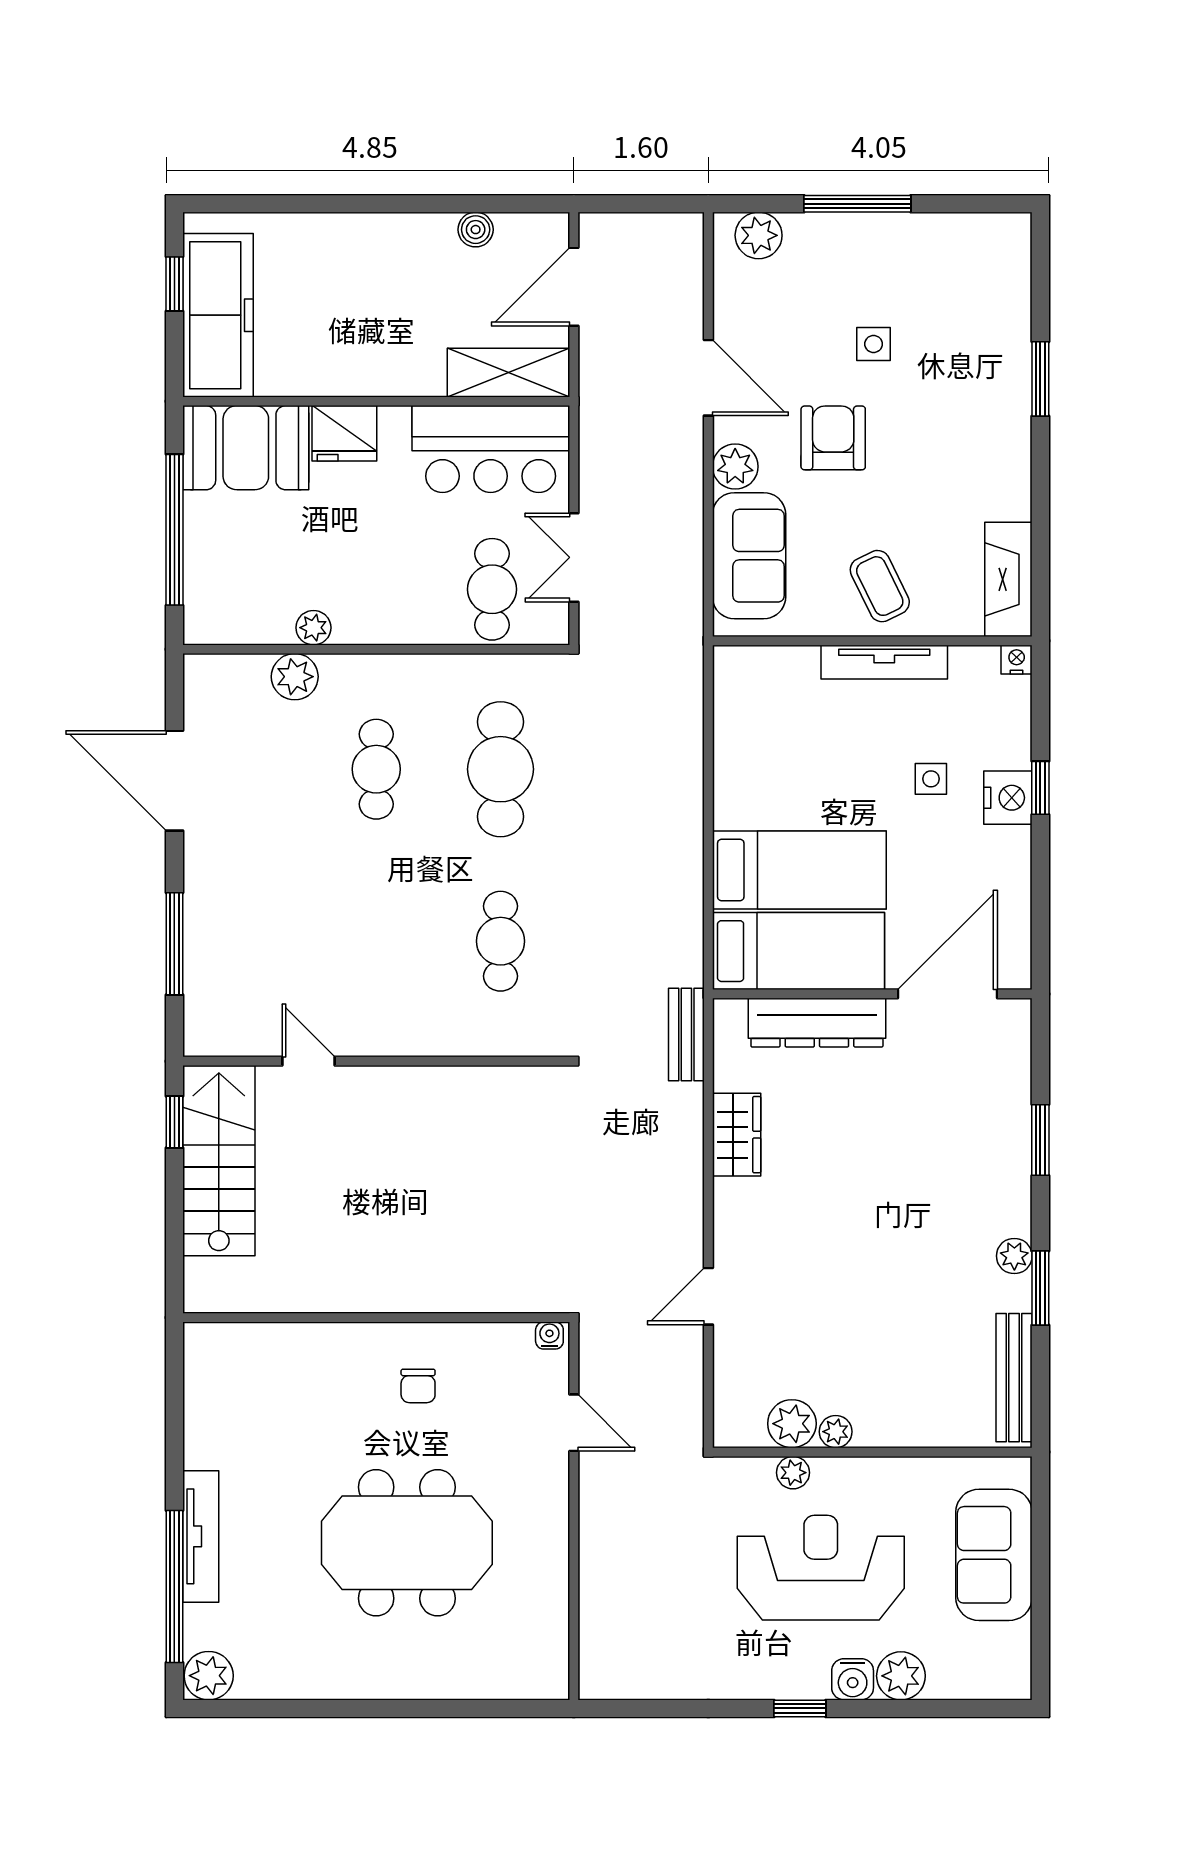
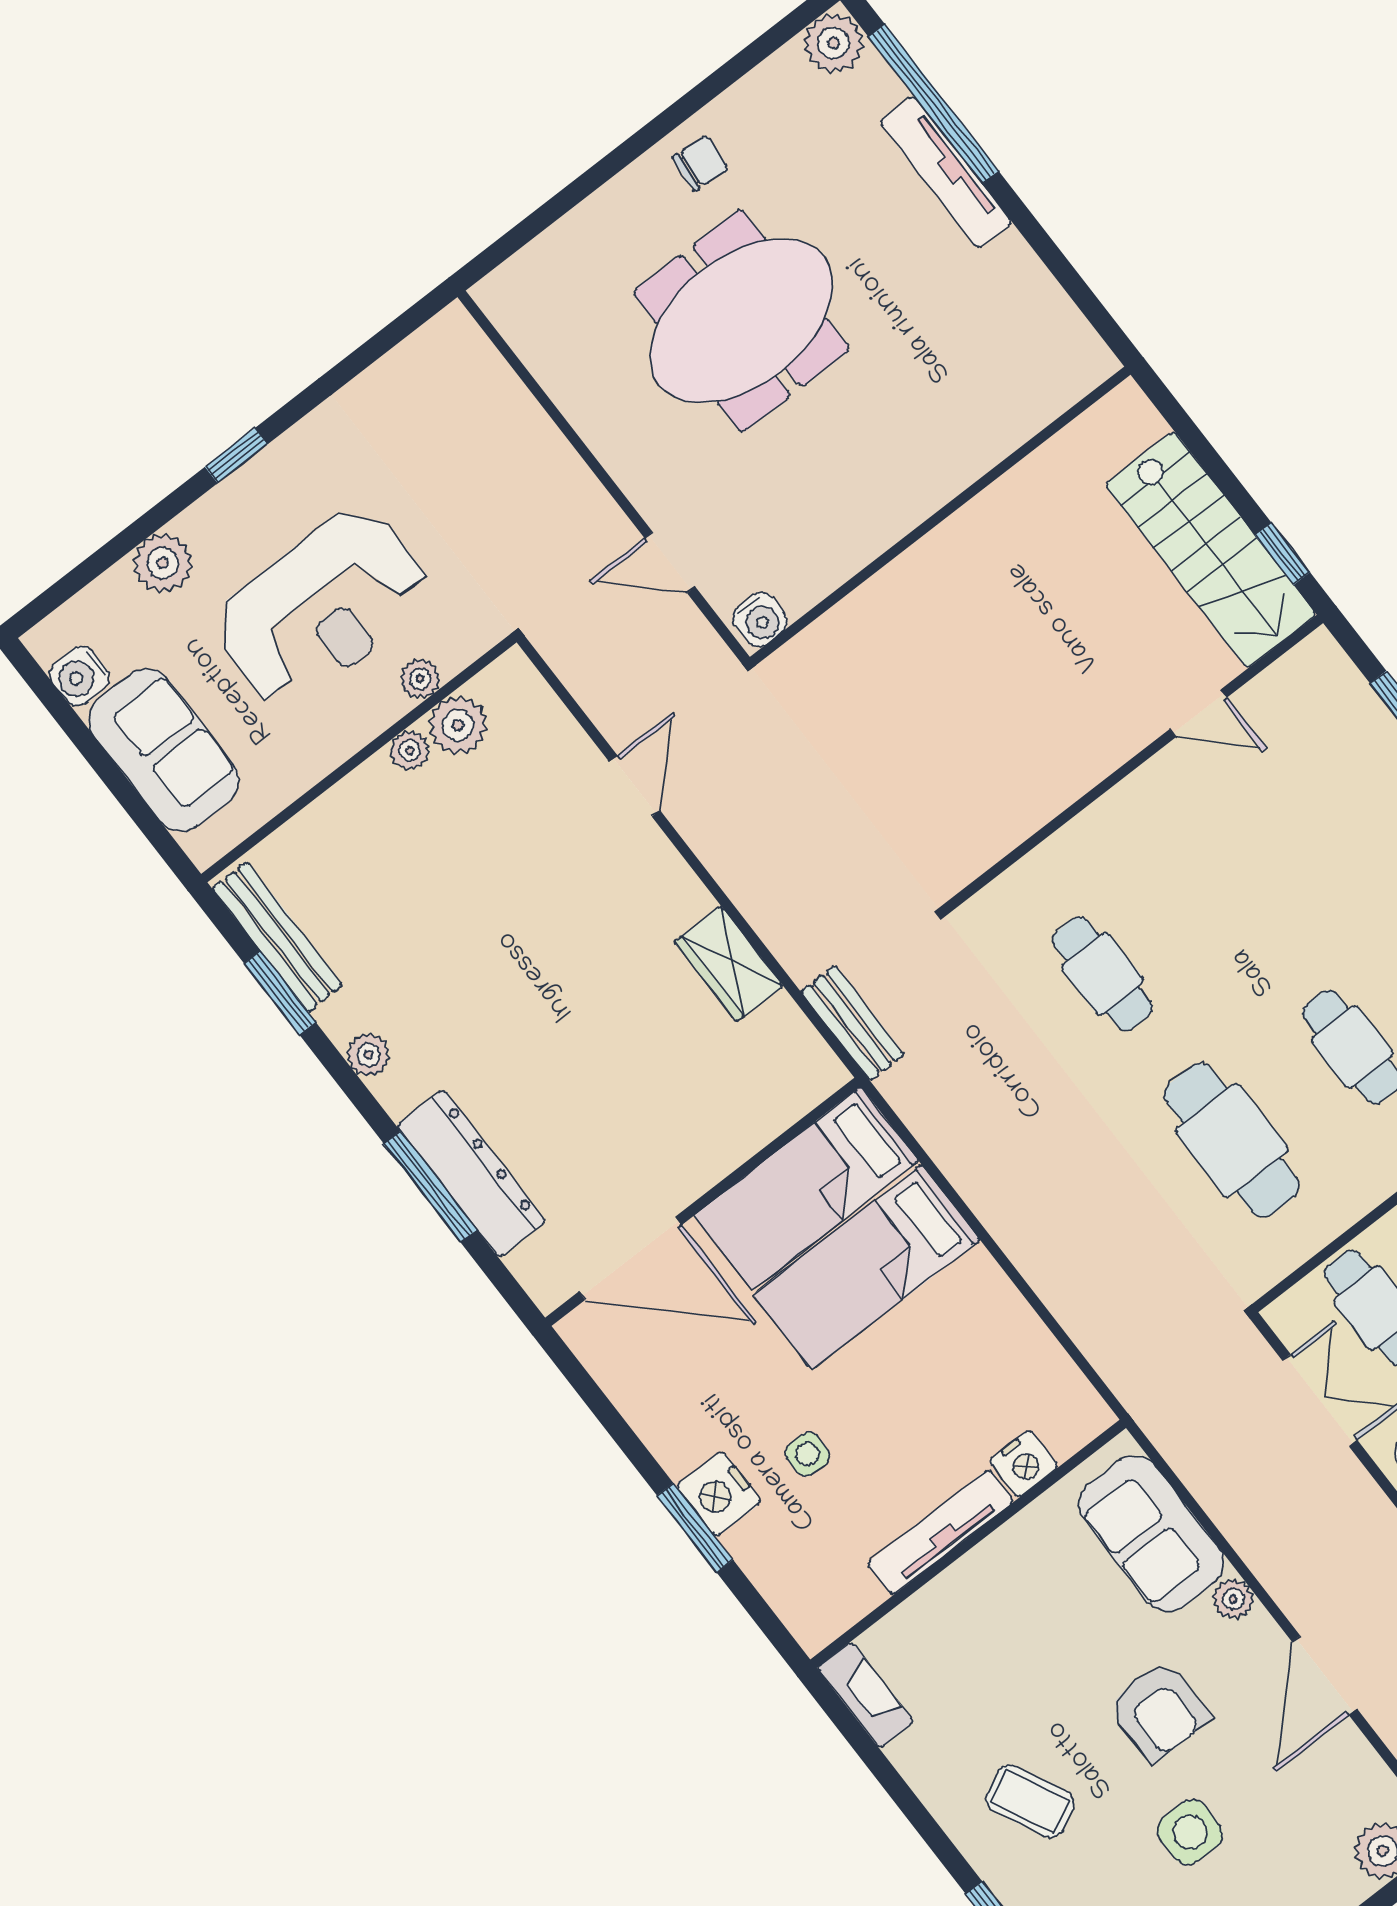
side table: (874, 344) -> (1190, 1832), width x1.37, depth x1.37
door: (708, 378) -> (1325, 1675), hinge flipped
plant: (735, 467) -> (1233, 1599), width x0.73, depth x0.73
fireplace: (1008, 579) -> (865, 1695), width x0.73, depth x0.76
coffee table: (880, 586) -> (1030, 1801), moved
nightstand: (1017, 660) -> (1024, 1464), moved, width x1.39, depth x1.35
window: (1040, 788) -> (695, 1528), width x1.50
door: (947, 994) -> (630, 1258), hinge flipped
dresser: (817, 1023) -> (471, 1173), moved, turned 90
window: (1040, 1140) -> (430, 1187), width x1.44
window: (1040, 1288) -> (280, 993), moved
water cooler: (549, 1336) -> (760, 620), width x1.38, depth x1.38
chair: (418, 1386) -> (700, 163), moved, turned 95
water cooler: (853, 1679) -> (80, 676), moved, turned -90

